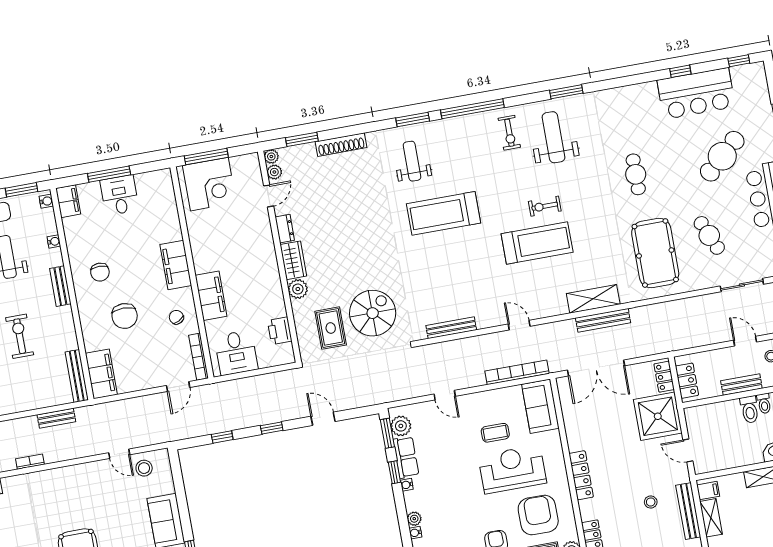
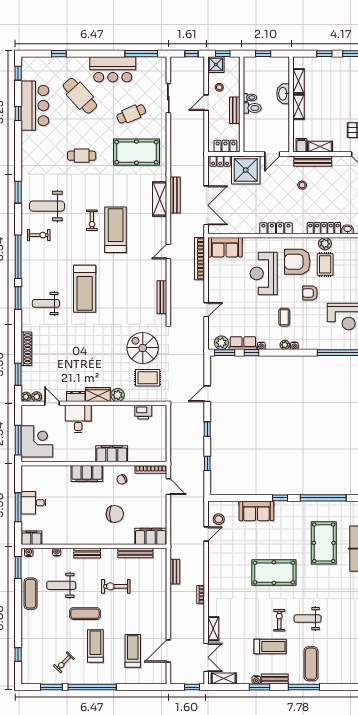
chair: (100, 272) -> (83, 525), removed
desk: (236, 353) -> (78, 419), moved, turned -90
bench: (77, 376) -> (135, 553), moved
coffee table: (495, 433) -> (284, 317), moved

